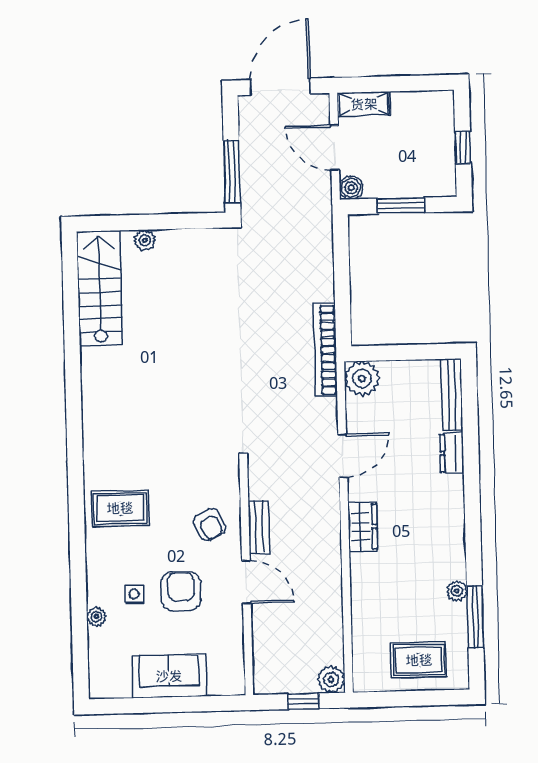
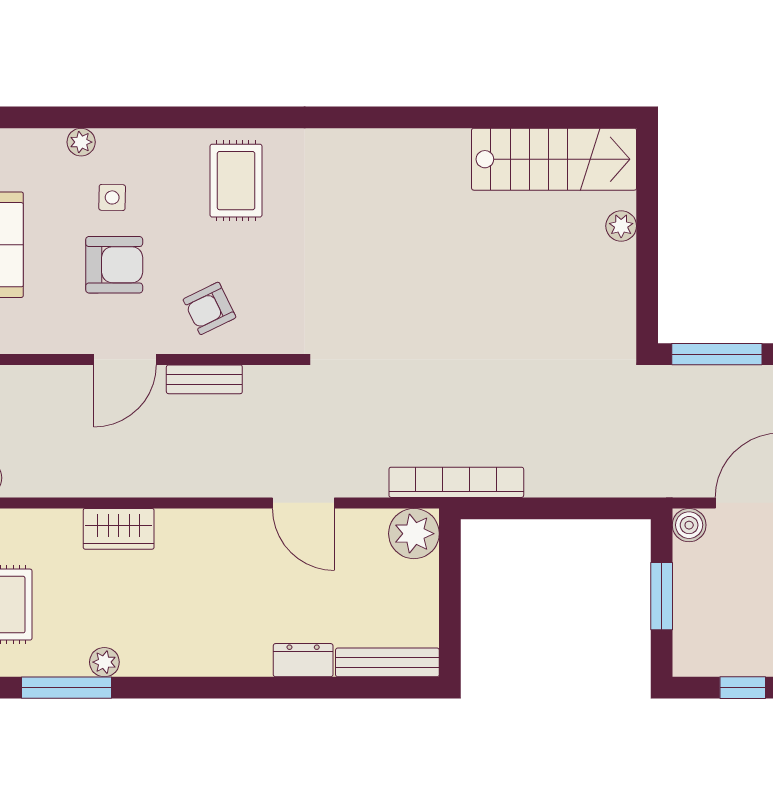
wardrobe: (363, 527) -> (119, 529), moved

